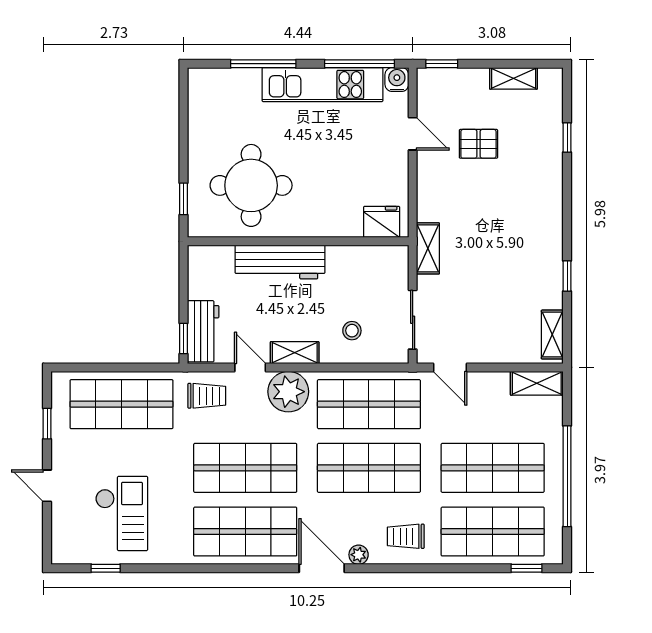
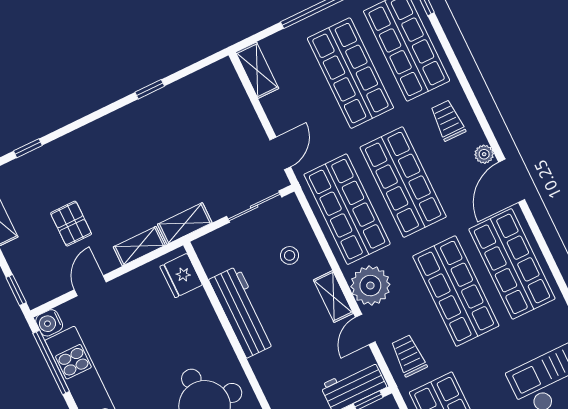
workbench: (280, 262) -> (242, 312), moved
shelving: (552, 335) -> (139, 246), moved
trolley: (406, 536) -> (448, 120), turned 180

